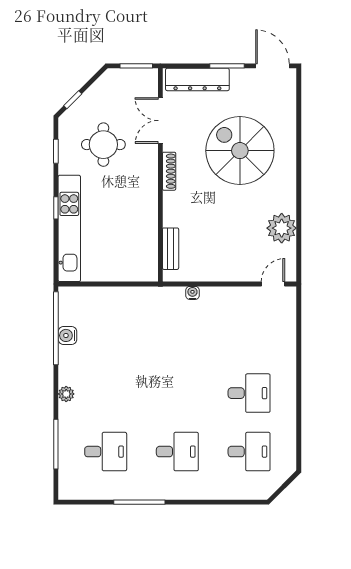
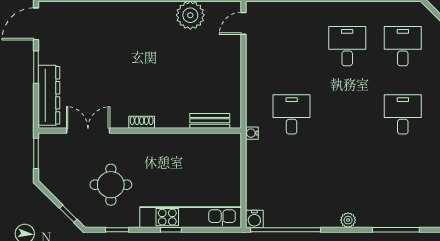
double door: (160, 121) -> (88, 131), swing flipped
spiral stairs: (240, 151) -> (117, 55), removed
shoe rack: (169, 171) -> (142, 122), width x0.70
door: (273, 284) -> (243, 23), hinge flipped
water cooler: (192, 293) -> (252, 133), moved
water cooler: (67, 335) -> (254, 219), moved
desk: (106, 452) -> (292, 114), moved

